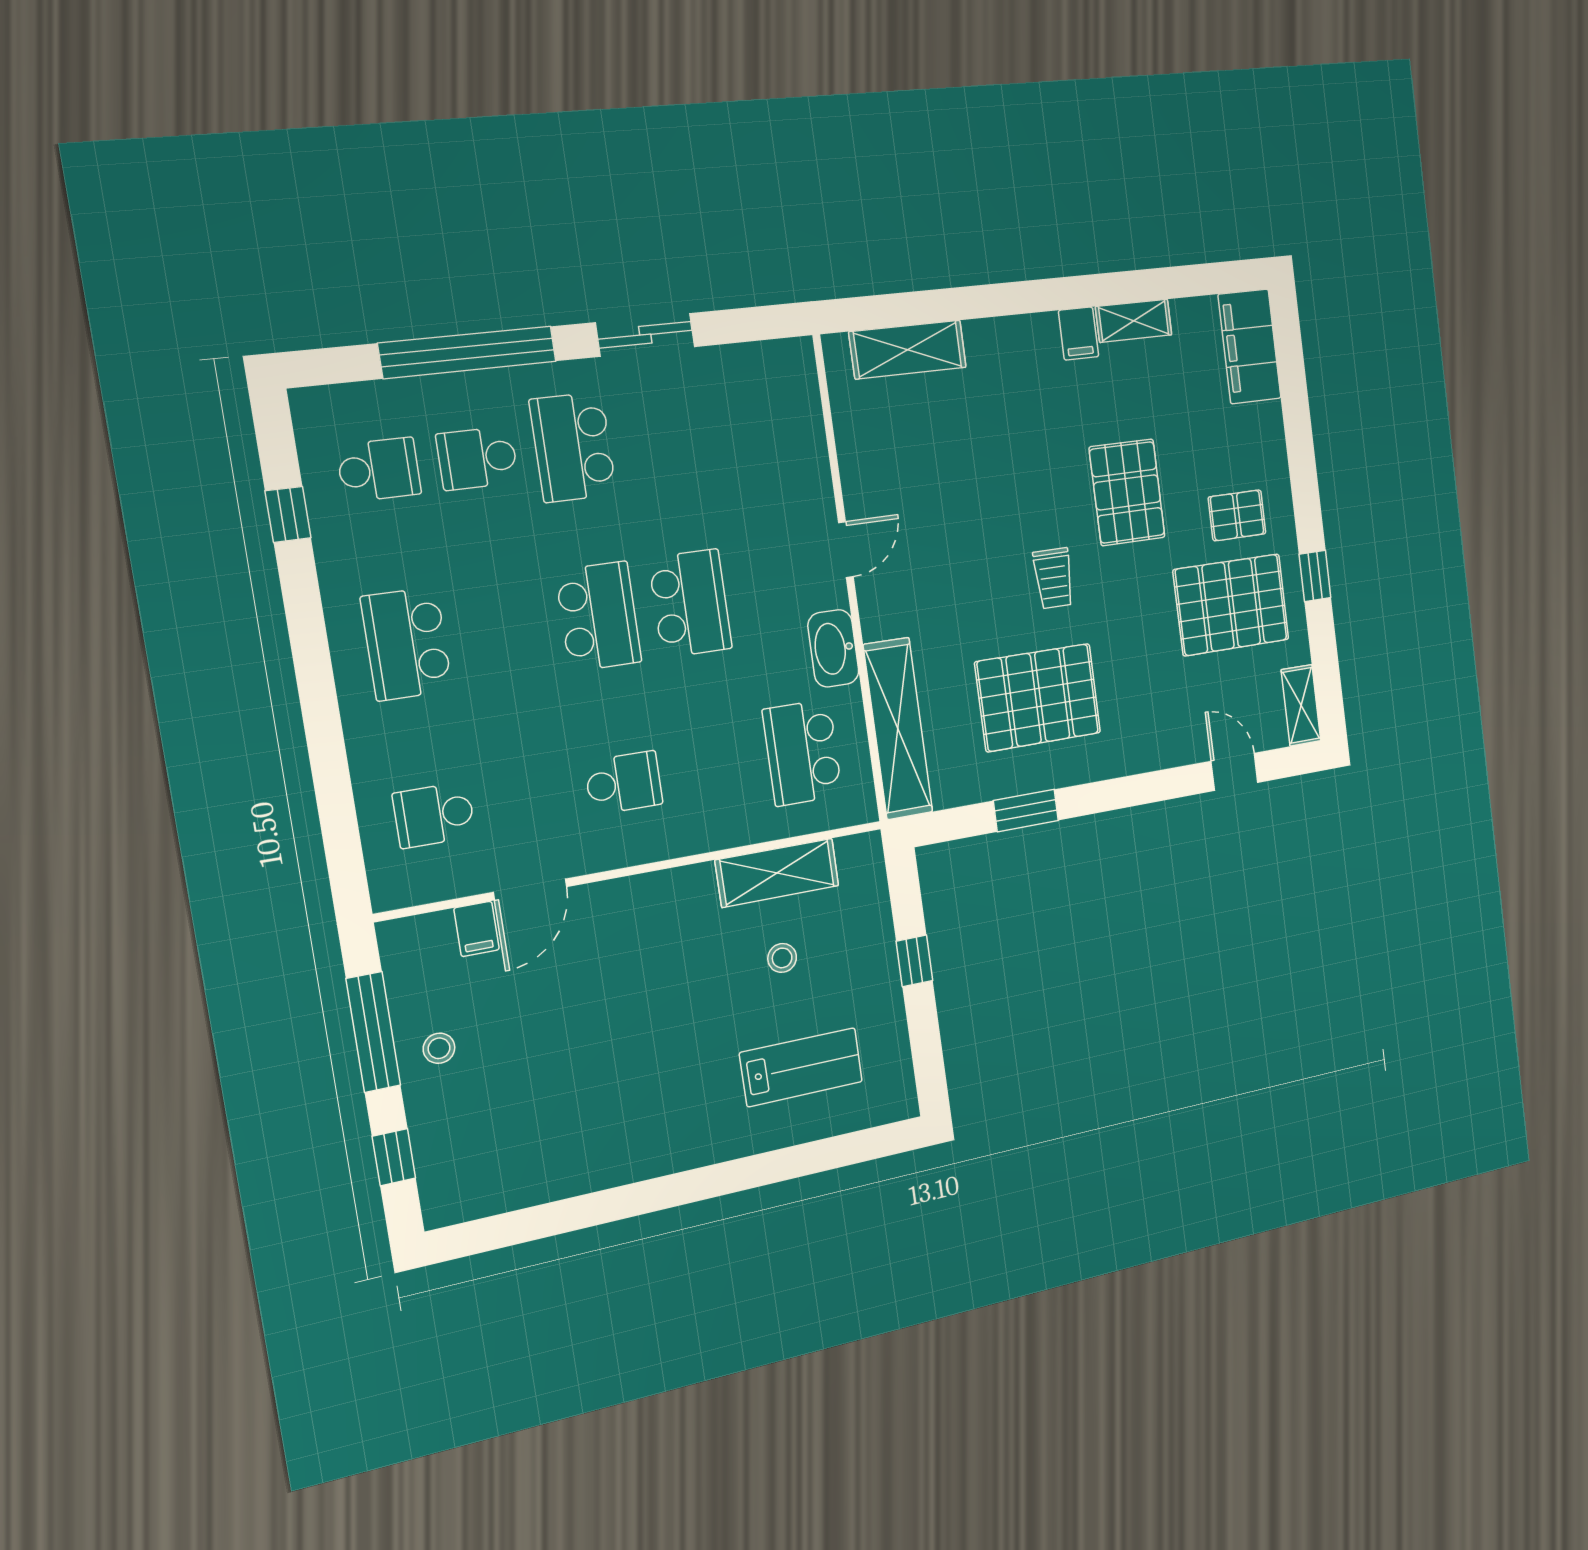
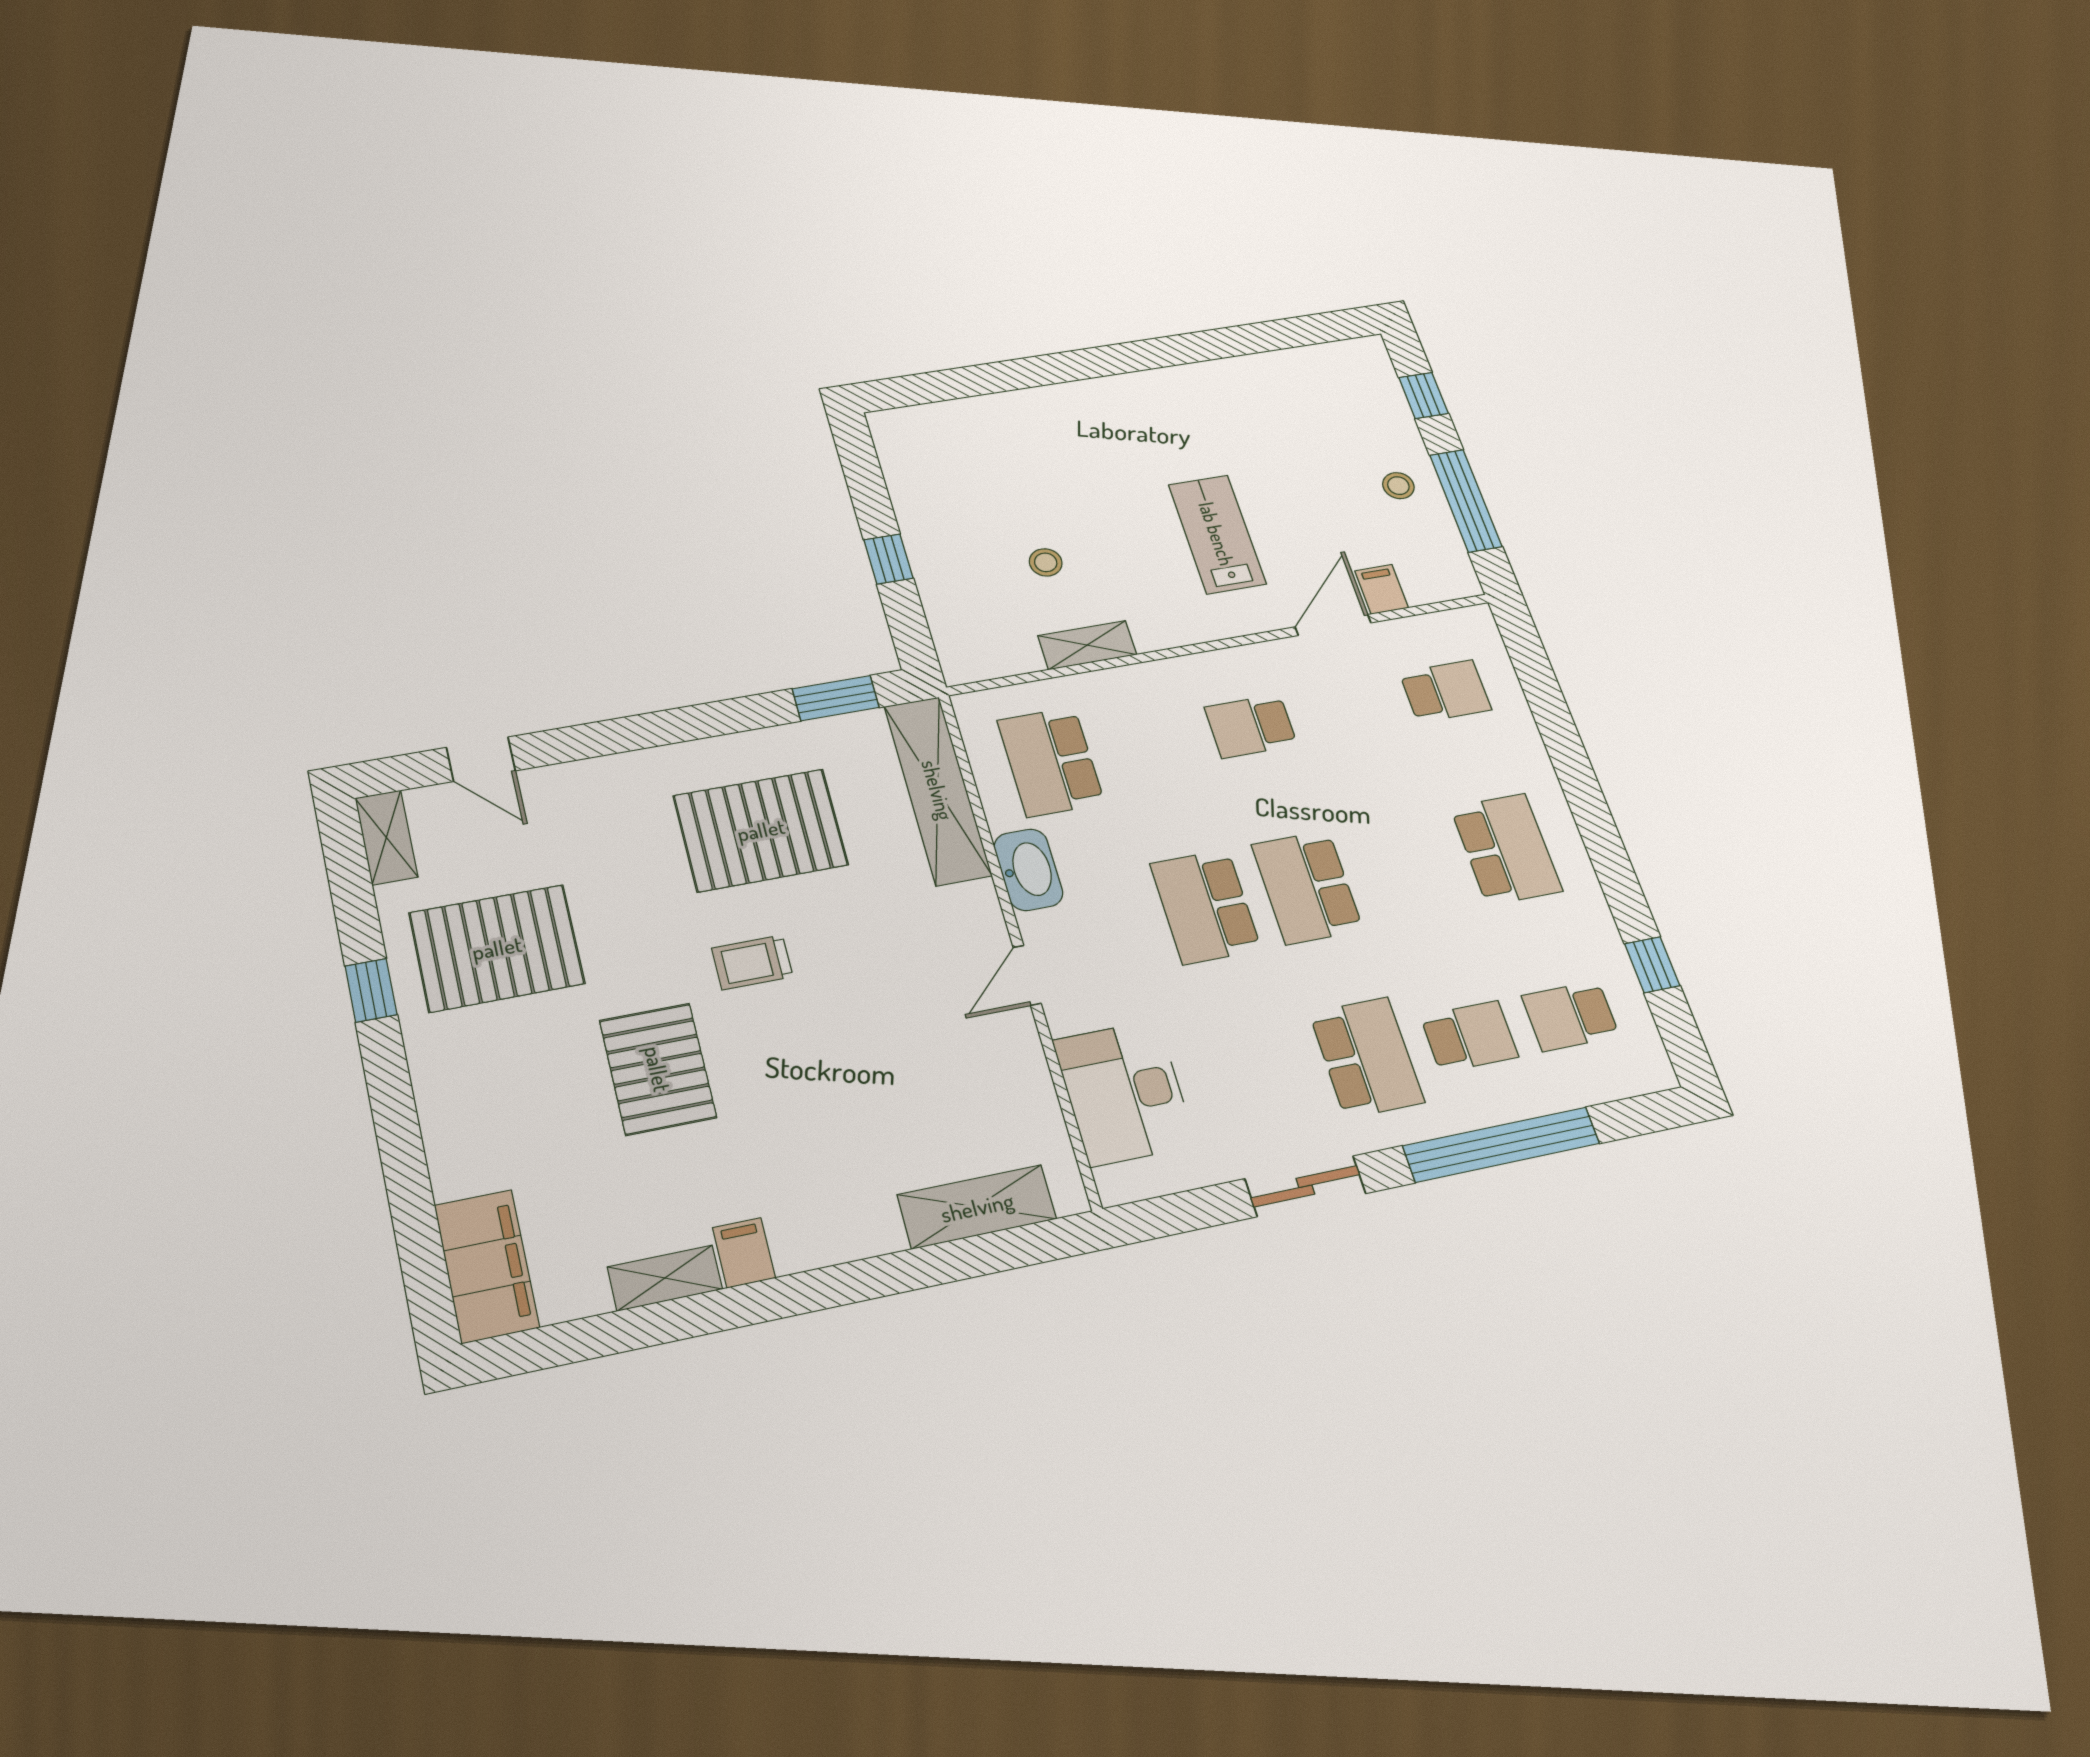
desk: (782, 436) -> (1124, 1093), added
pallet: (1237, 515) -> (494, 1054), removed
trolley: (1054, 578) -> (752, 962), turned -90
school desk: (802, 753) -> (1051, 762), turned 180
window: (1026, 811) -> (836, 698), moved
shelving: (777, 873) -> (1087, 645), width x0.67, depth x0.75
lab bench: (801, 1067) -> (1217, 534), moved, turned 90

